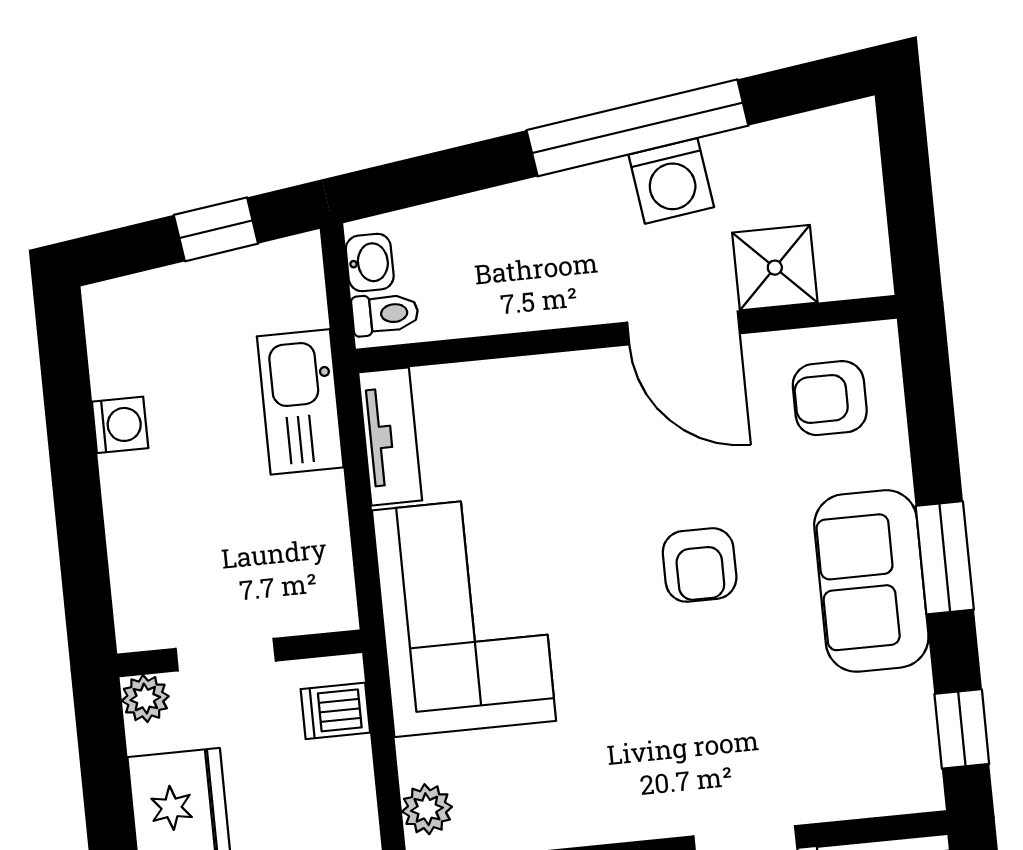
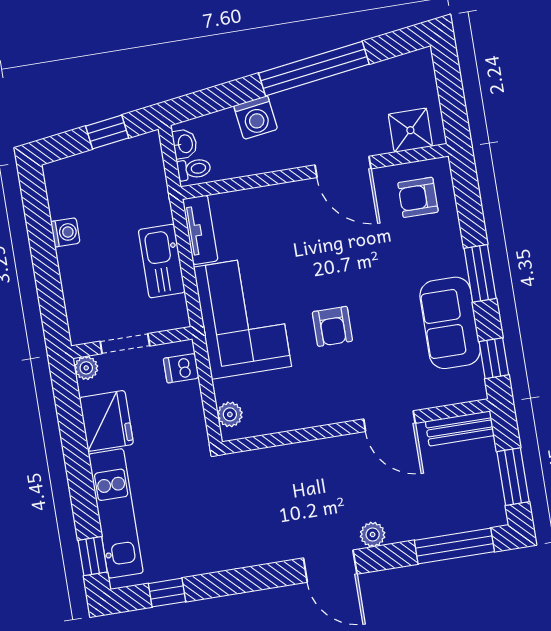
washing machine: (671, 181) -> (256, 117), moved
shower: (775, 268) -> (410, 130), moved
kitchen sink: (300, 402) -> (162, 261), moved
armchair: (700, 565) -> (332, 326), moved
sofa: (871, 581) -> (450, 323), moved

